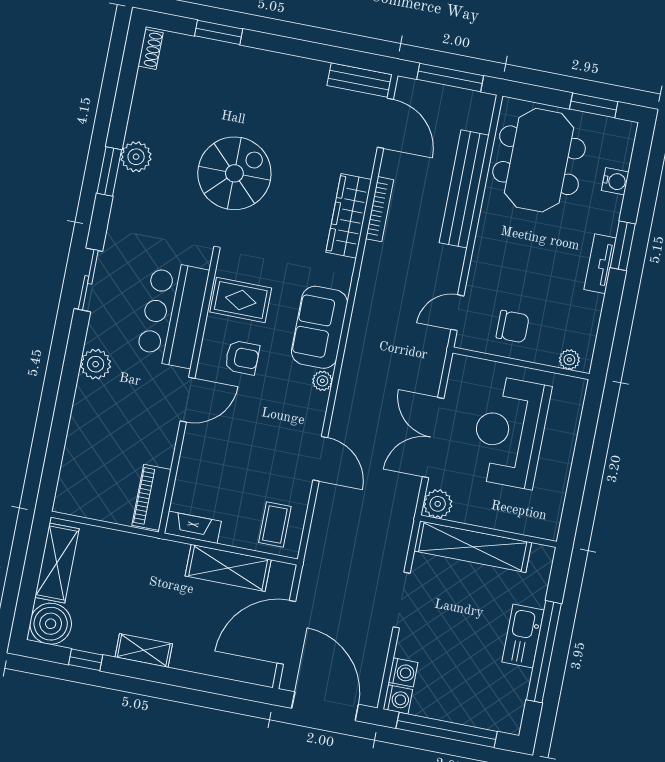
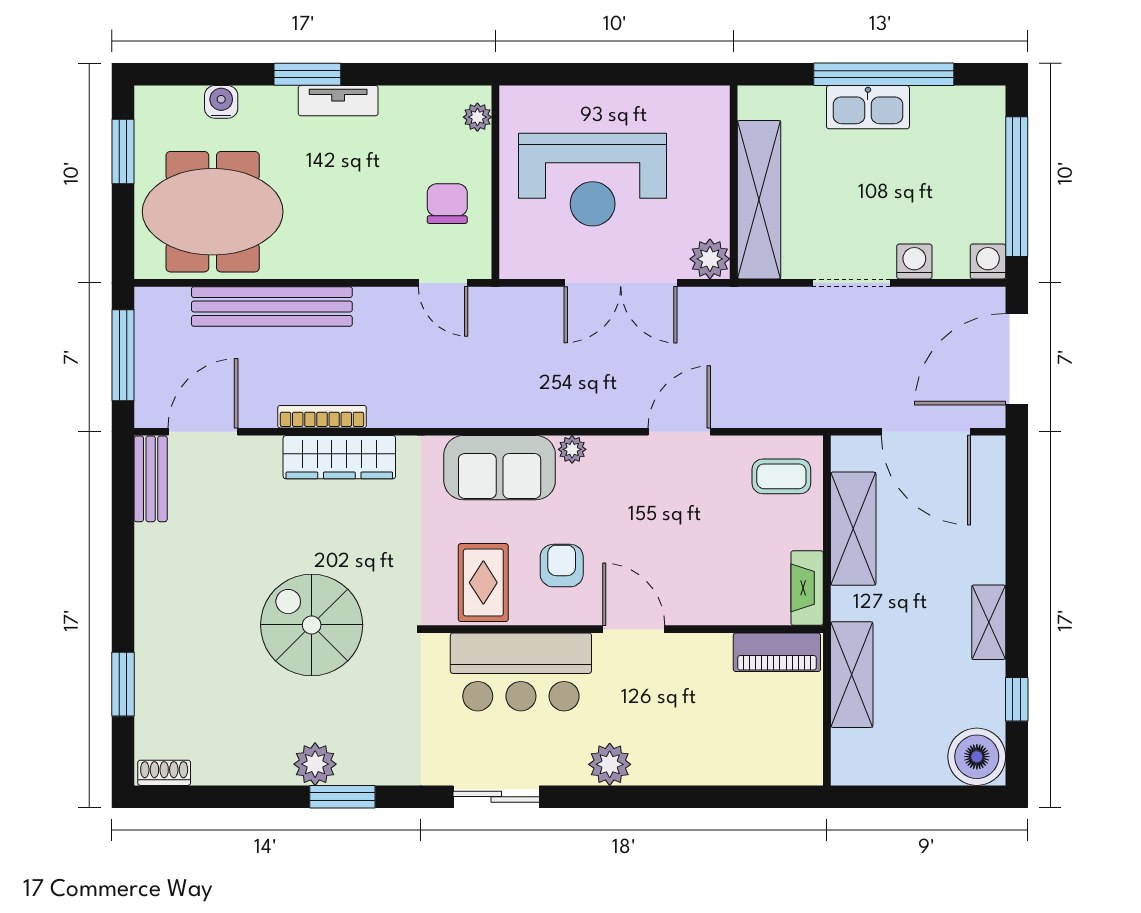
shelving: (57, 563) -> (852, 675), moved, turned 90
washing machine: (403, 672) -> (914, 261), moved

